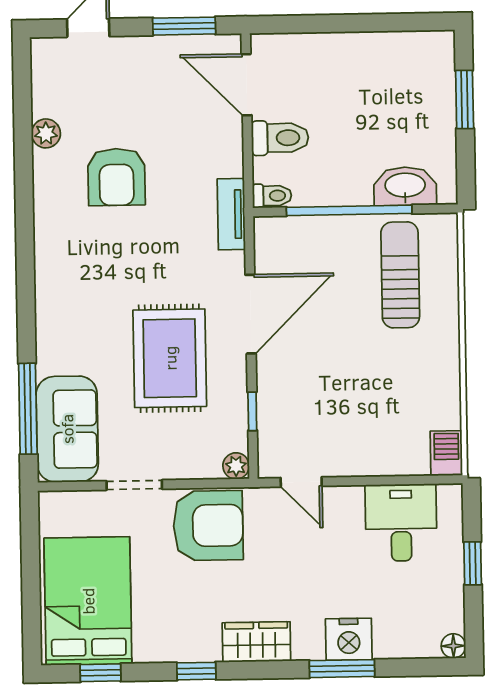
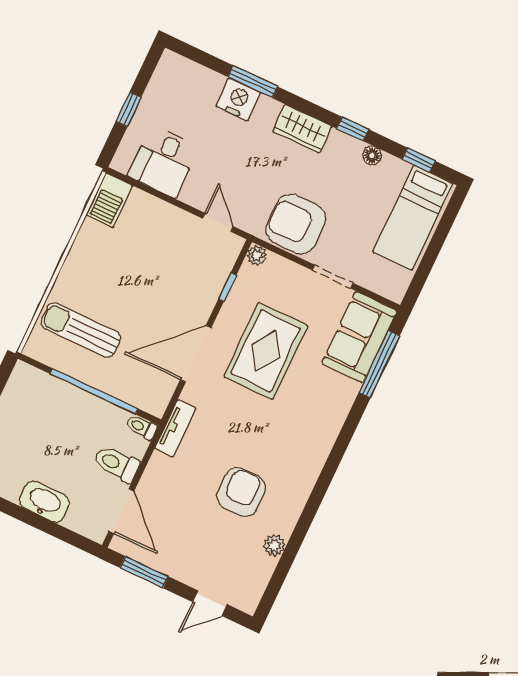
washbasin: (405, 186) -> (44, 502), moved, turned 180
sun lounger: (400, 275) -> (81, 330), turned 90
barbecue: (446, 453) -> (109, 200), width x1.38, depth x1.27
bed: (88, 601) -> (413, 218), width x0.67
floor lamp: (453, 646) -> (372, 155), moved

